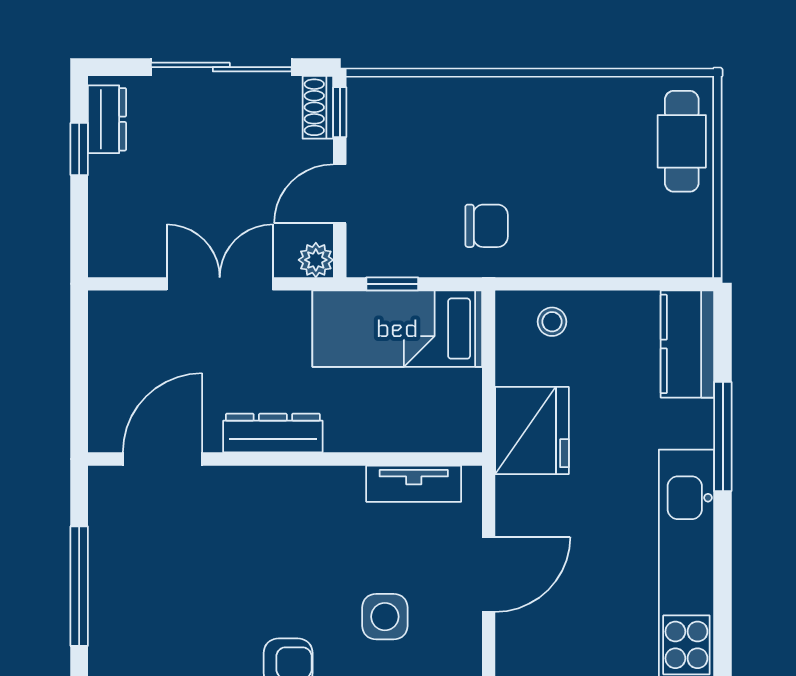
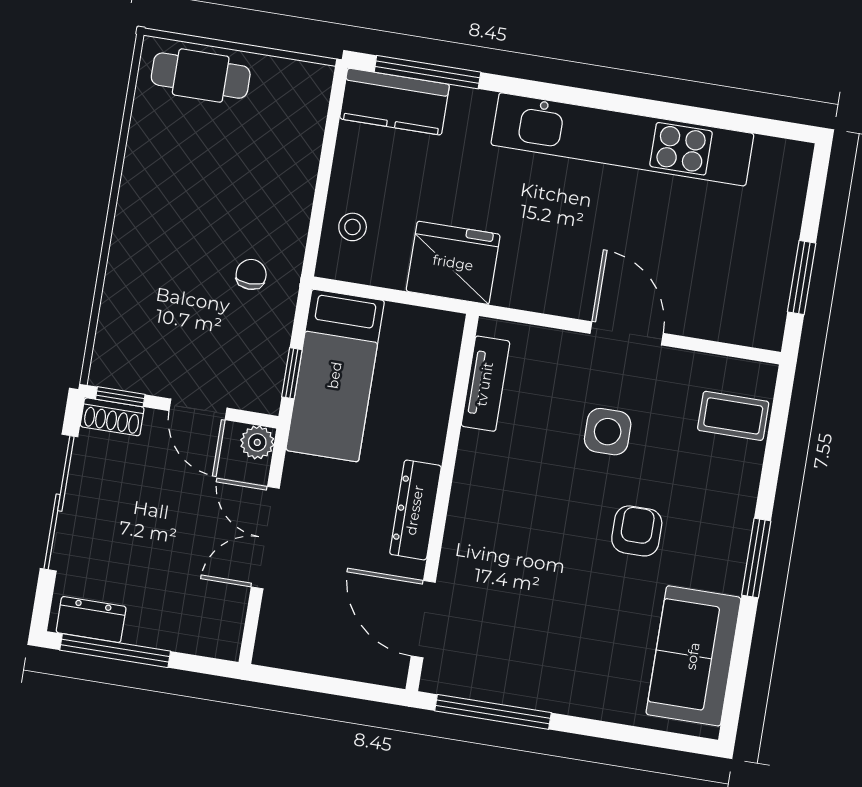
window: (79, 149) -> (115, 651), width x2.17
chair: (487, 226) -> (251, 274), width x0.73, depth x0.73
window: (723, 437) -> (427, 72), moved
door: (489, 574) -> (627, 333), moved
window: (79, 586) -> (493, 712), moved

